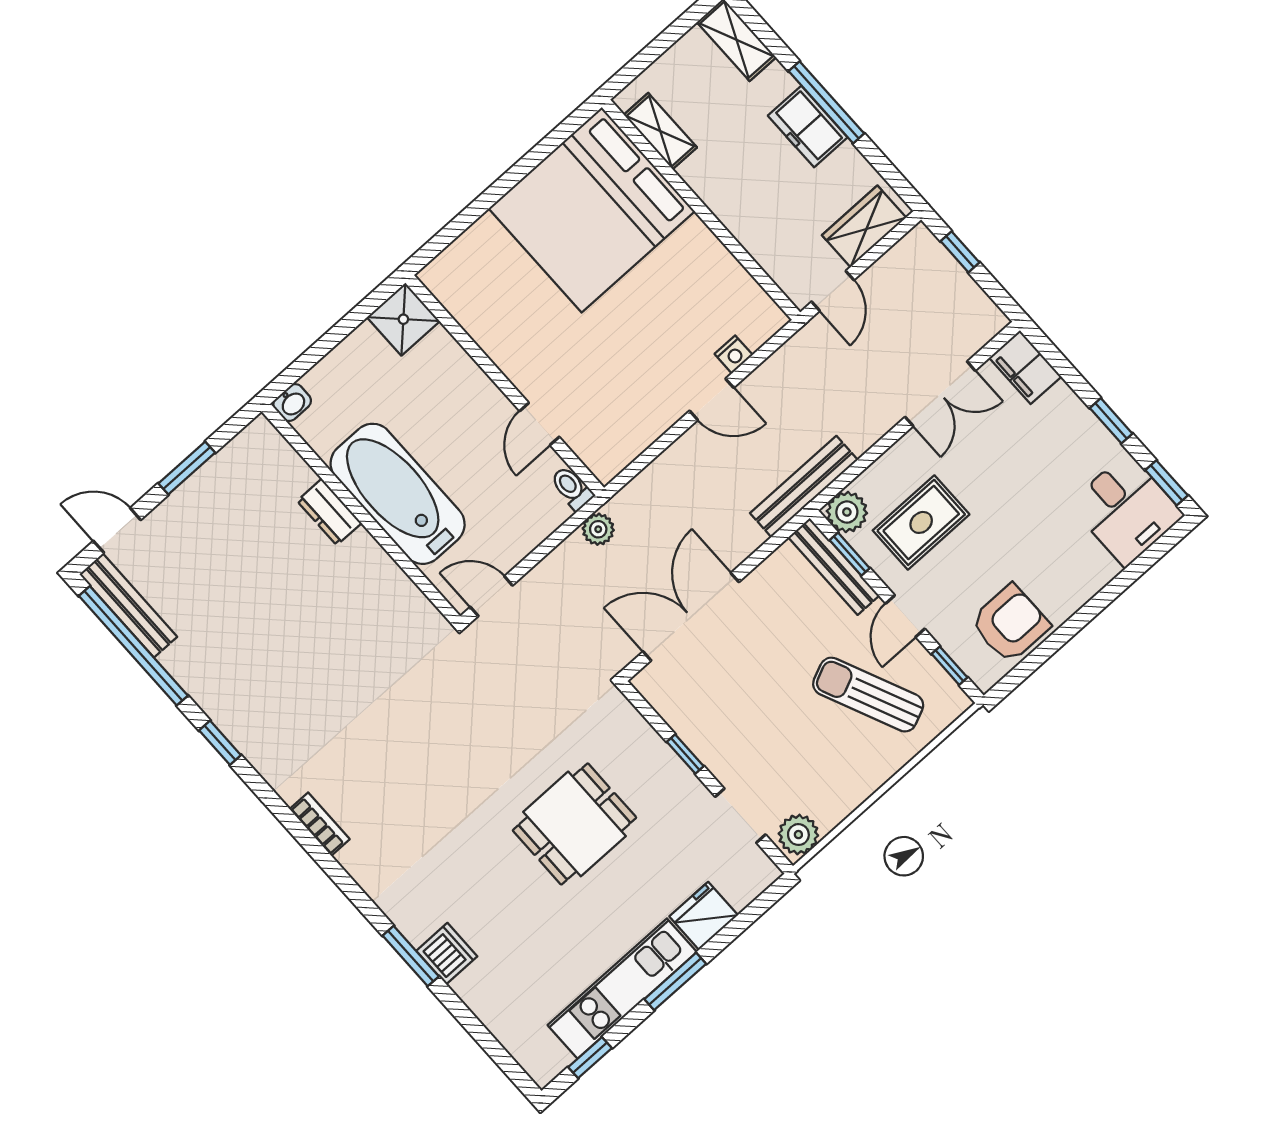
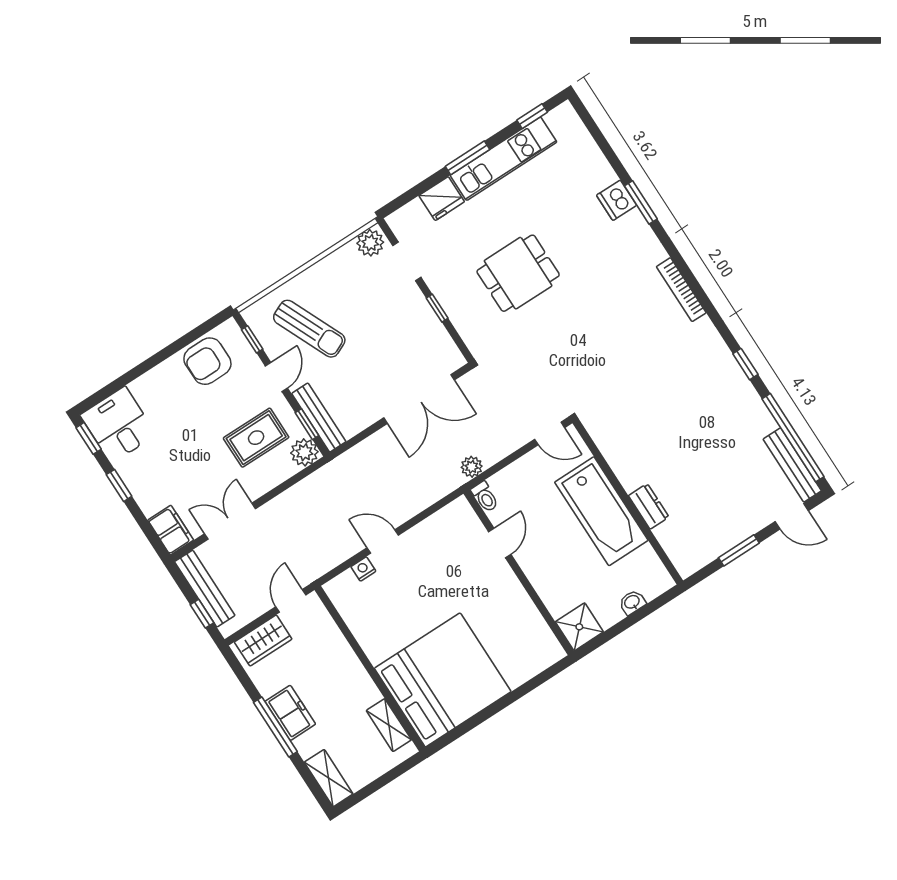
washbasin: (292, 403) -> (632, 602), moved
bench: (804, 486) -> (205, 589), moved, turned 90
bookcase: (320, 824) -> (681, 290), width x1.56

